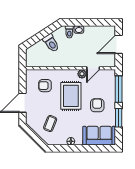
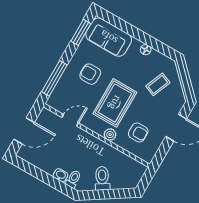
plant: (82, 74) -> (110, 135), moved
armchair: (97, 105) -> (90, 74), turned 90
window: (119, 118) -> (81, 32), moved

